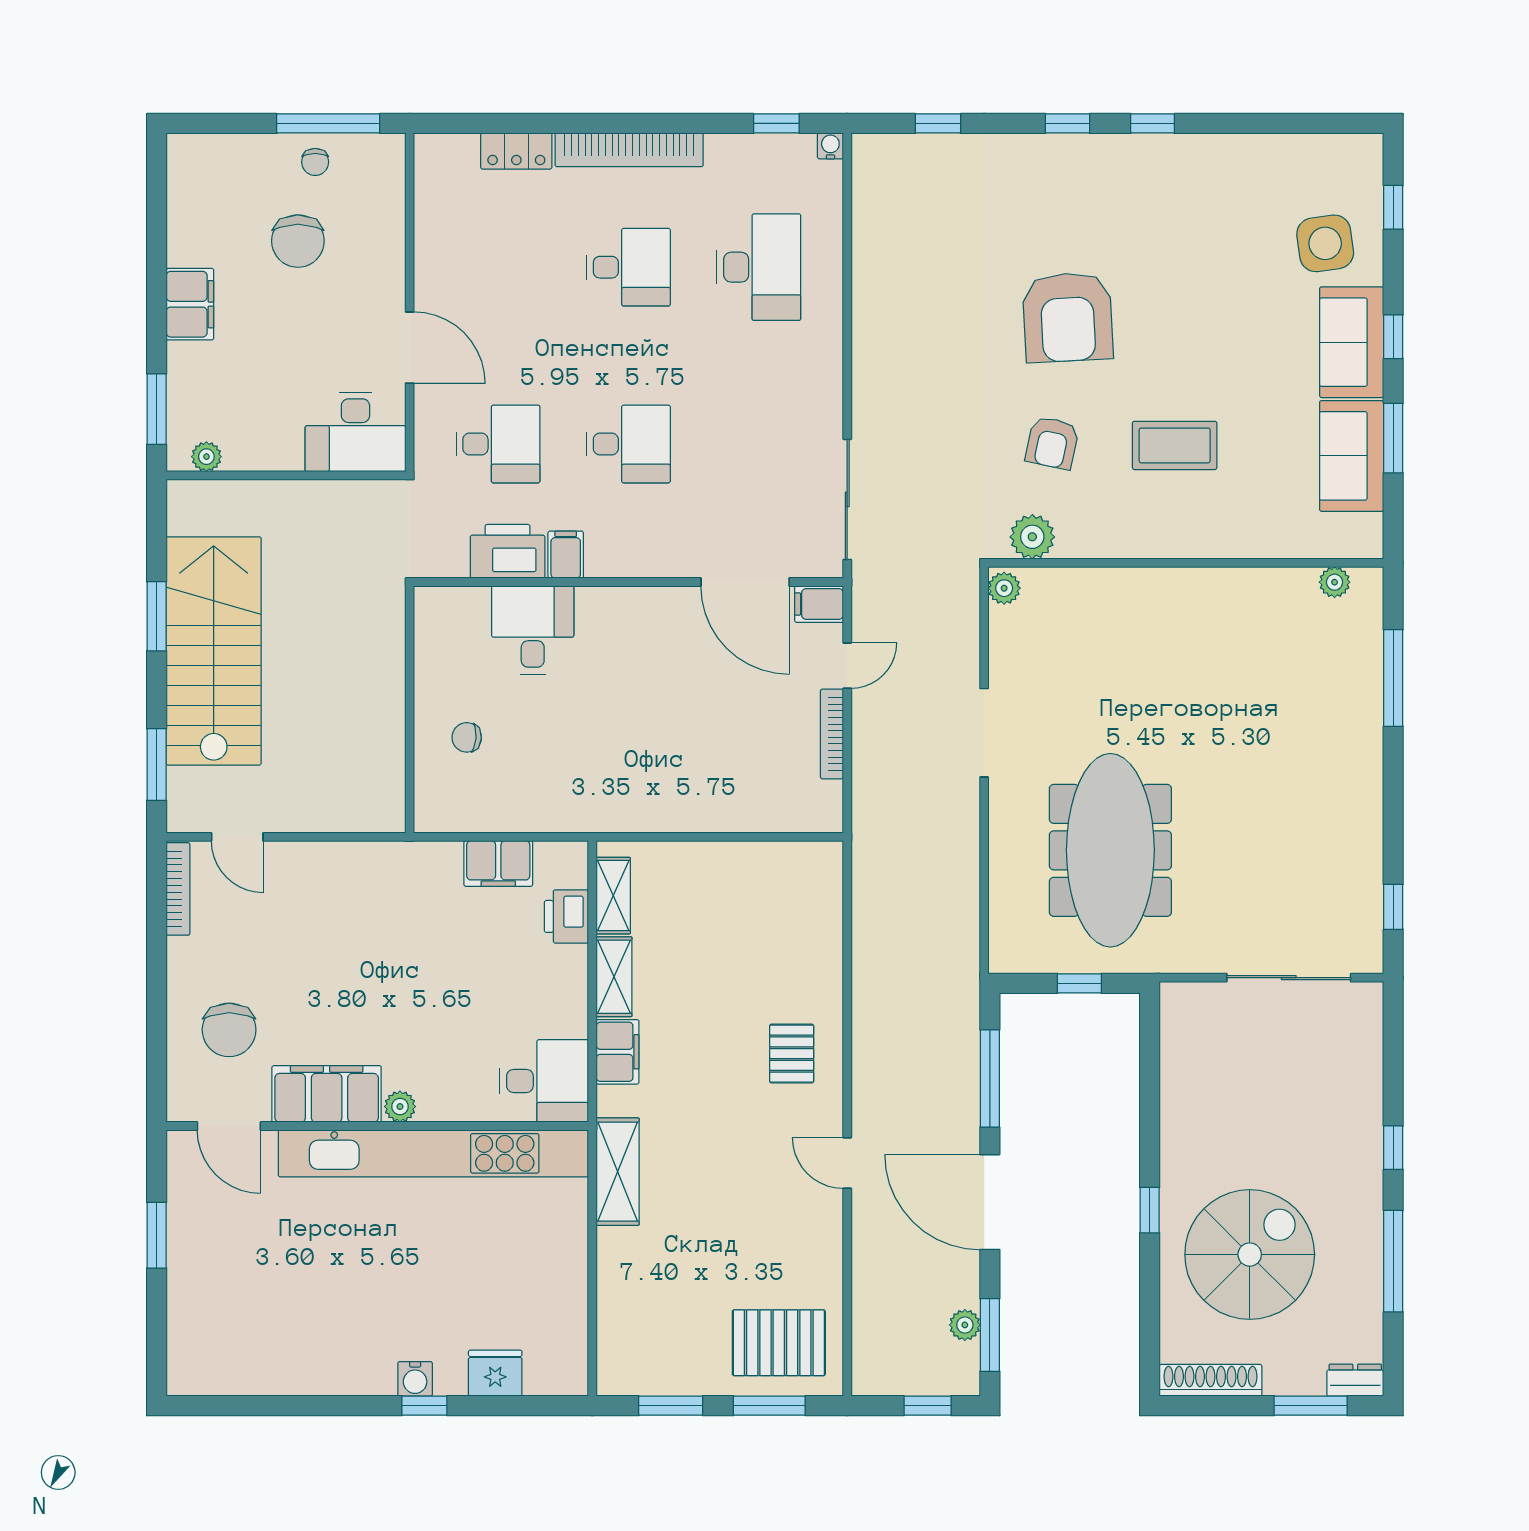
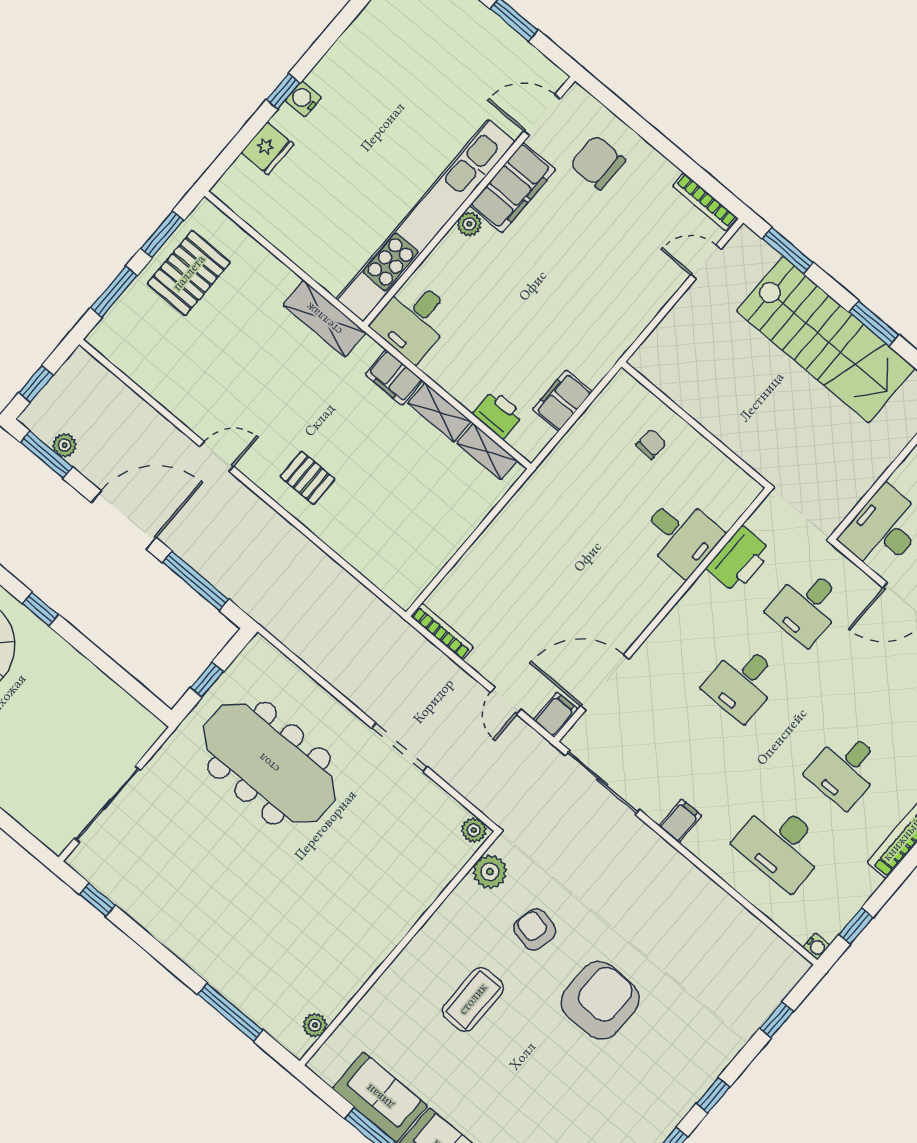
armchair: (1068, 317) -> (600, 1000), turned 93
filing cabinet: (566, 555) -> (680, 821), moved, turned -90
bookcase: (832, 734) -> (442, 632), moved
pallet: (779, 1343) -> (189, 273), moved

